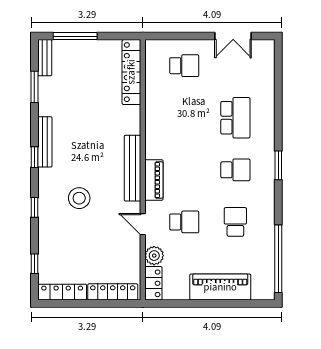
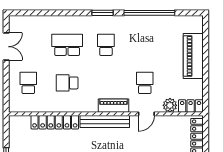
locker: (131, 72) -> (55, 122), moved
school desk: (235, 222) -> (67, 83), moved
window: (278, 259) -> (149, 13), moved

